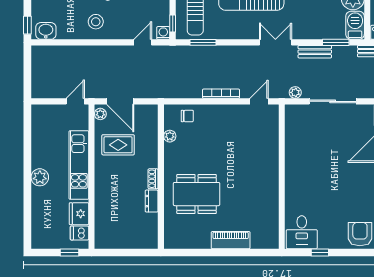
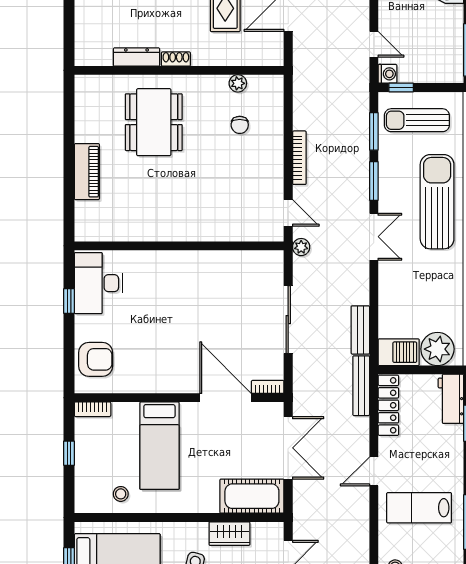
window: (336, 42) -> (374, 181), moved
bench: (315, 52) -> (360, 330), moved
plant: (295, 92) -> (301, 247), moved
chair: (187, 116) -> (240, 125), moved
dresser: (152, 201) -> (136, 57), width x1.44
desk: (302, 232) -> (98, 283), width x1.37

